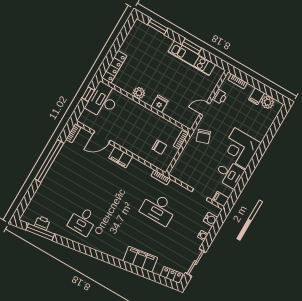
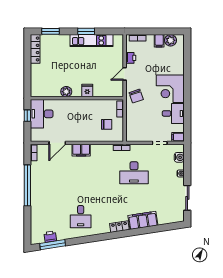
locker: (114, 67) -> (35, 49), moved
locker: (172, 275) -> (119, 227), moved

